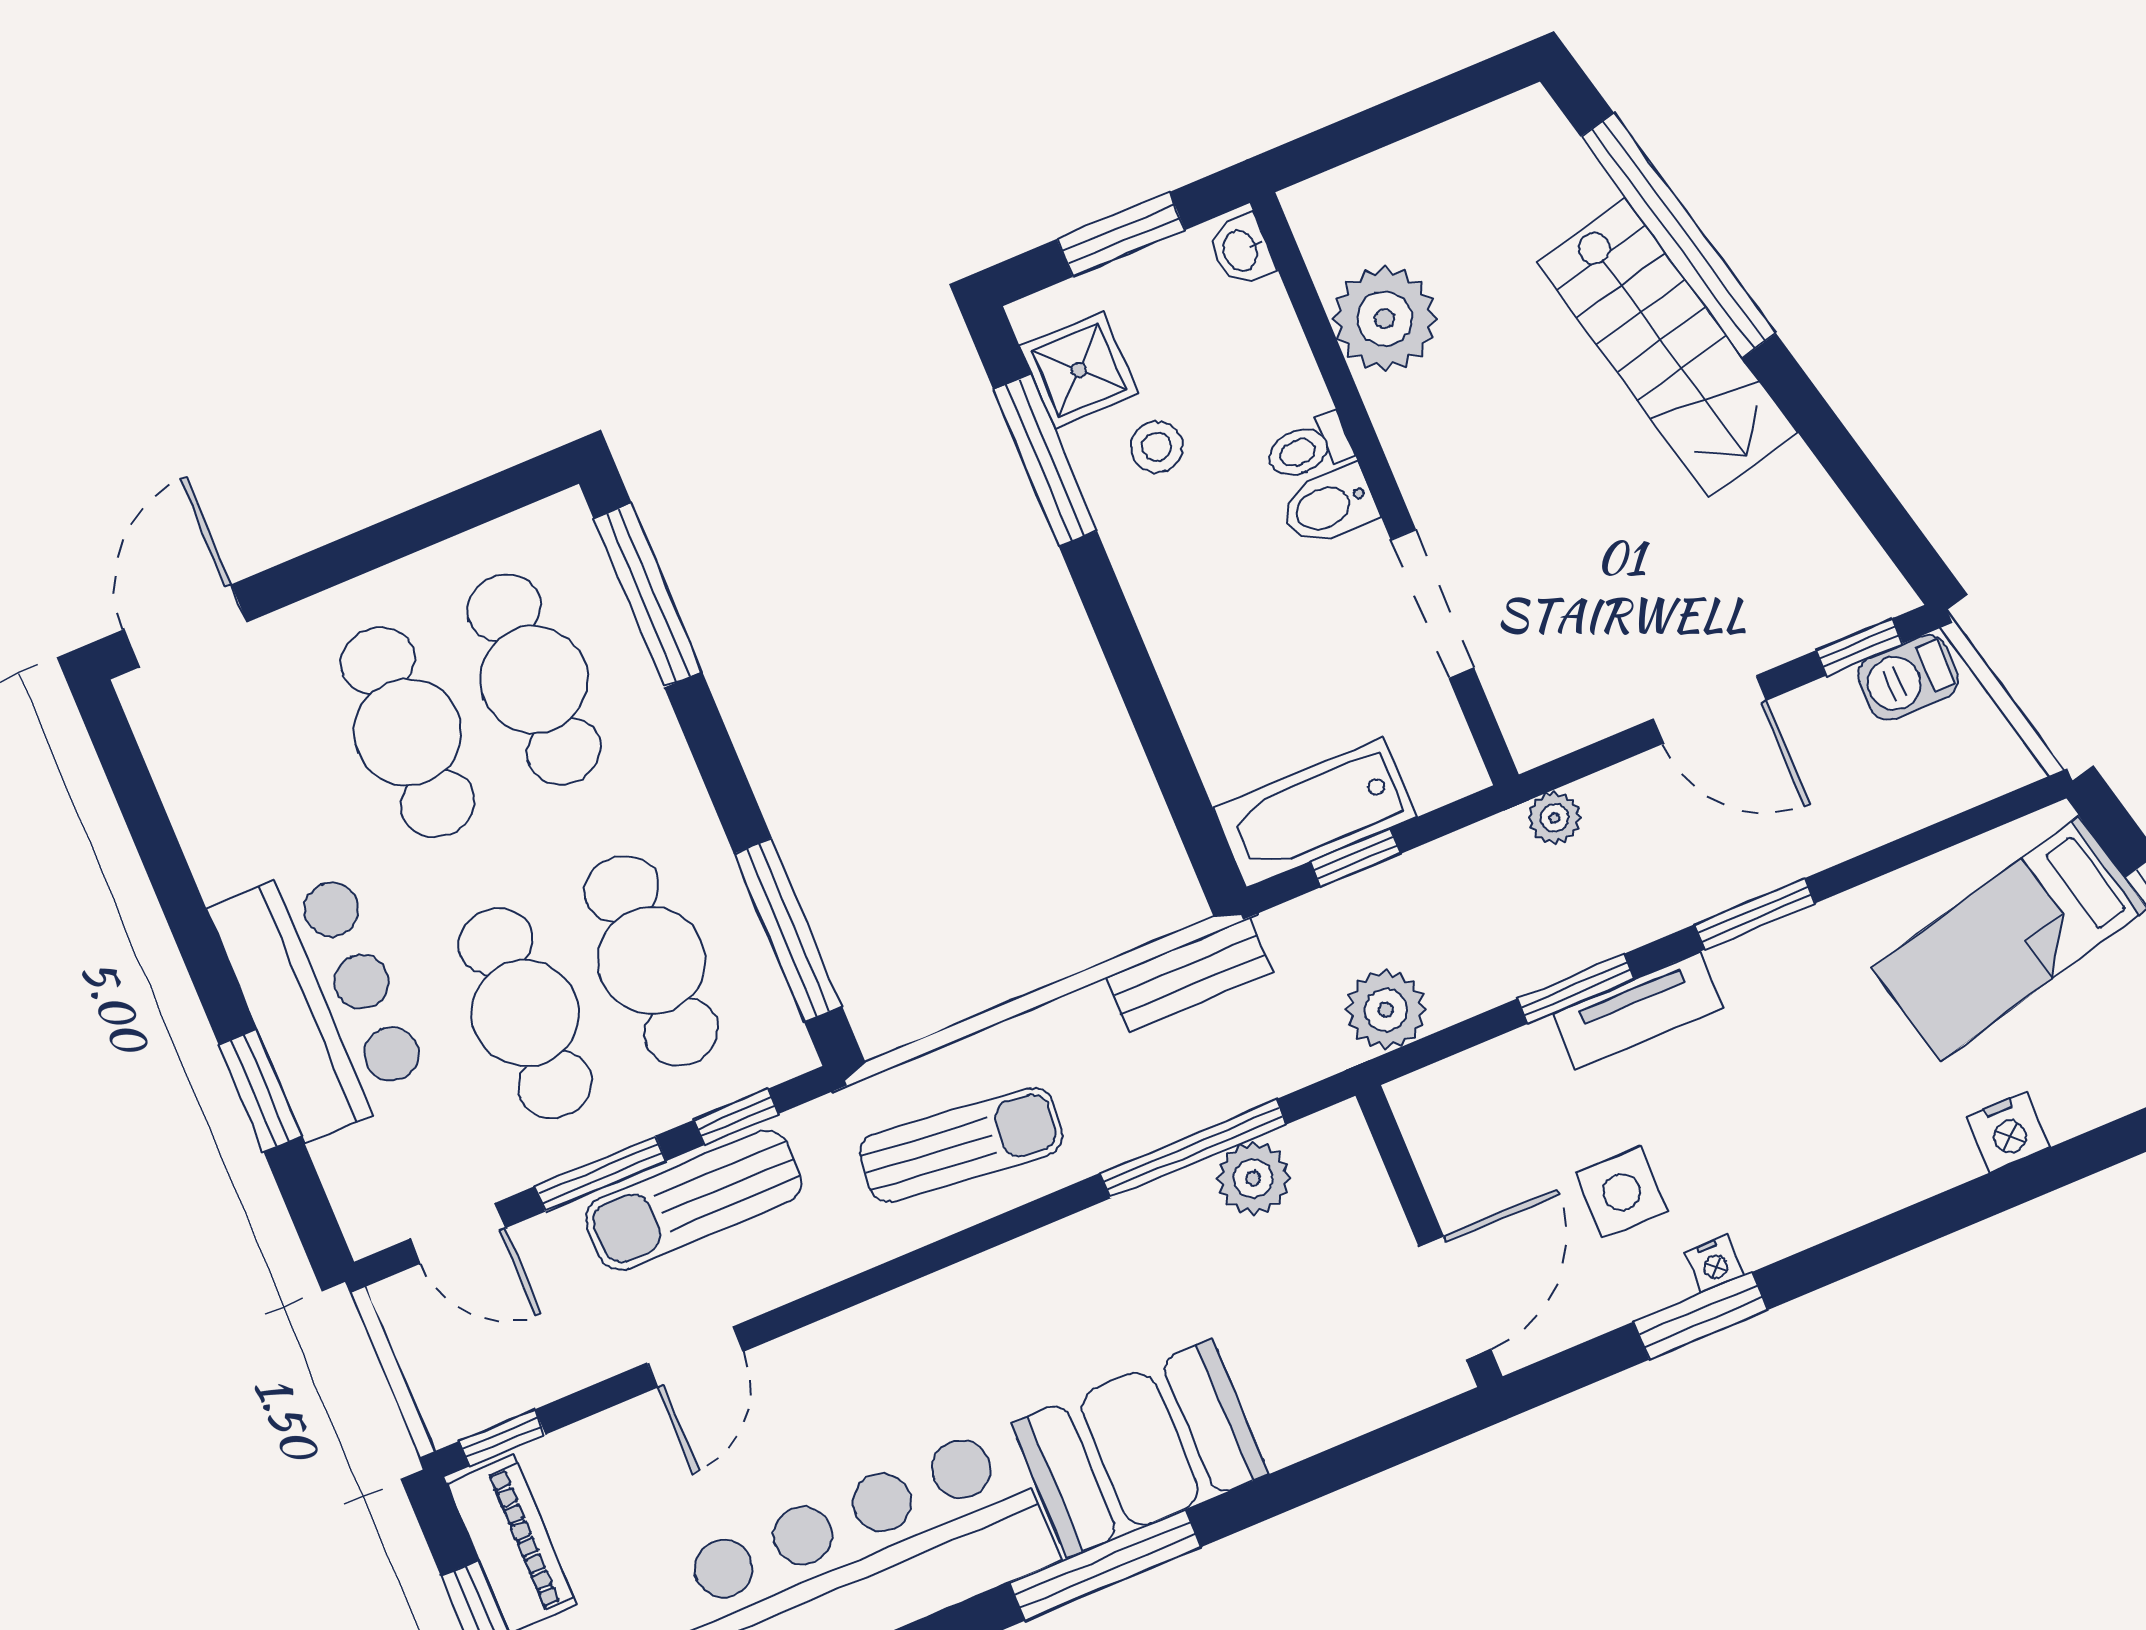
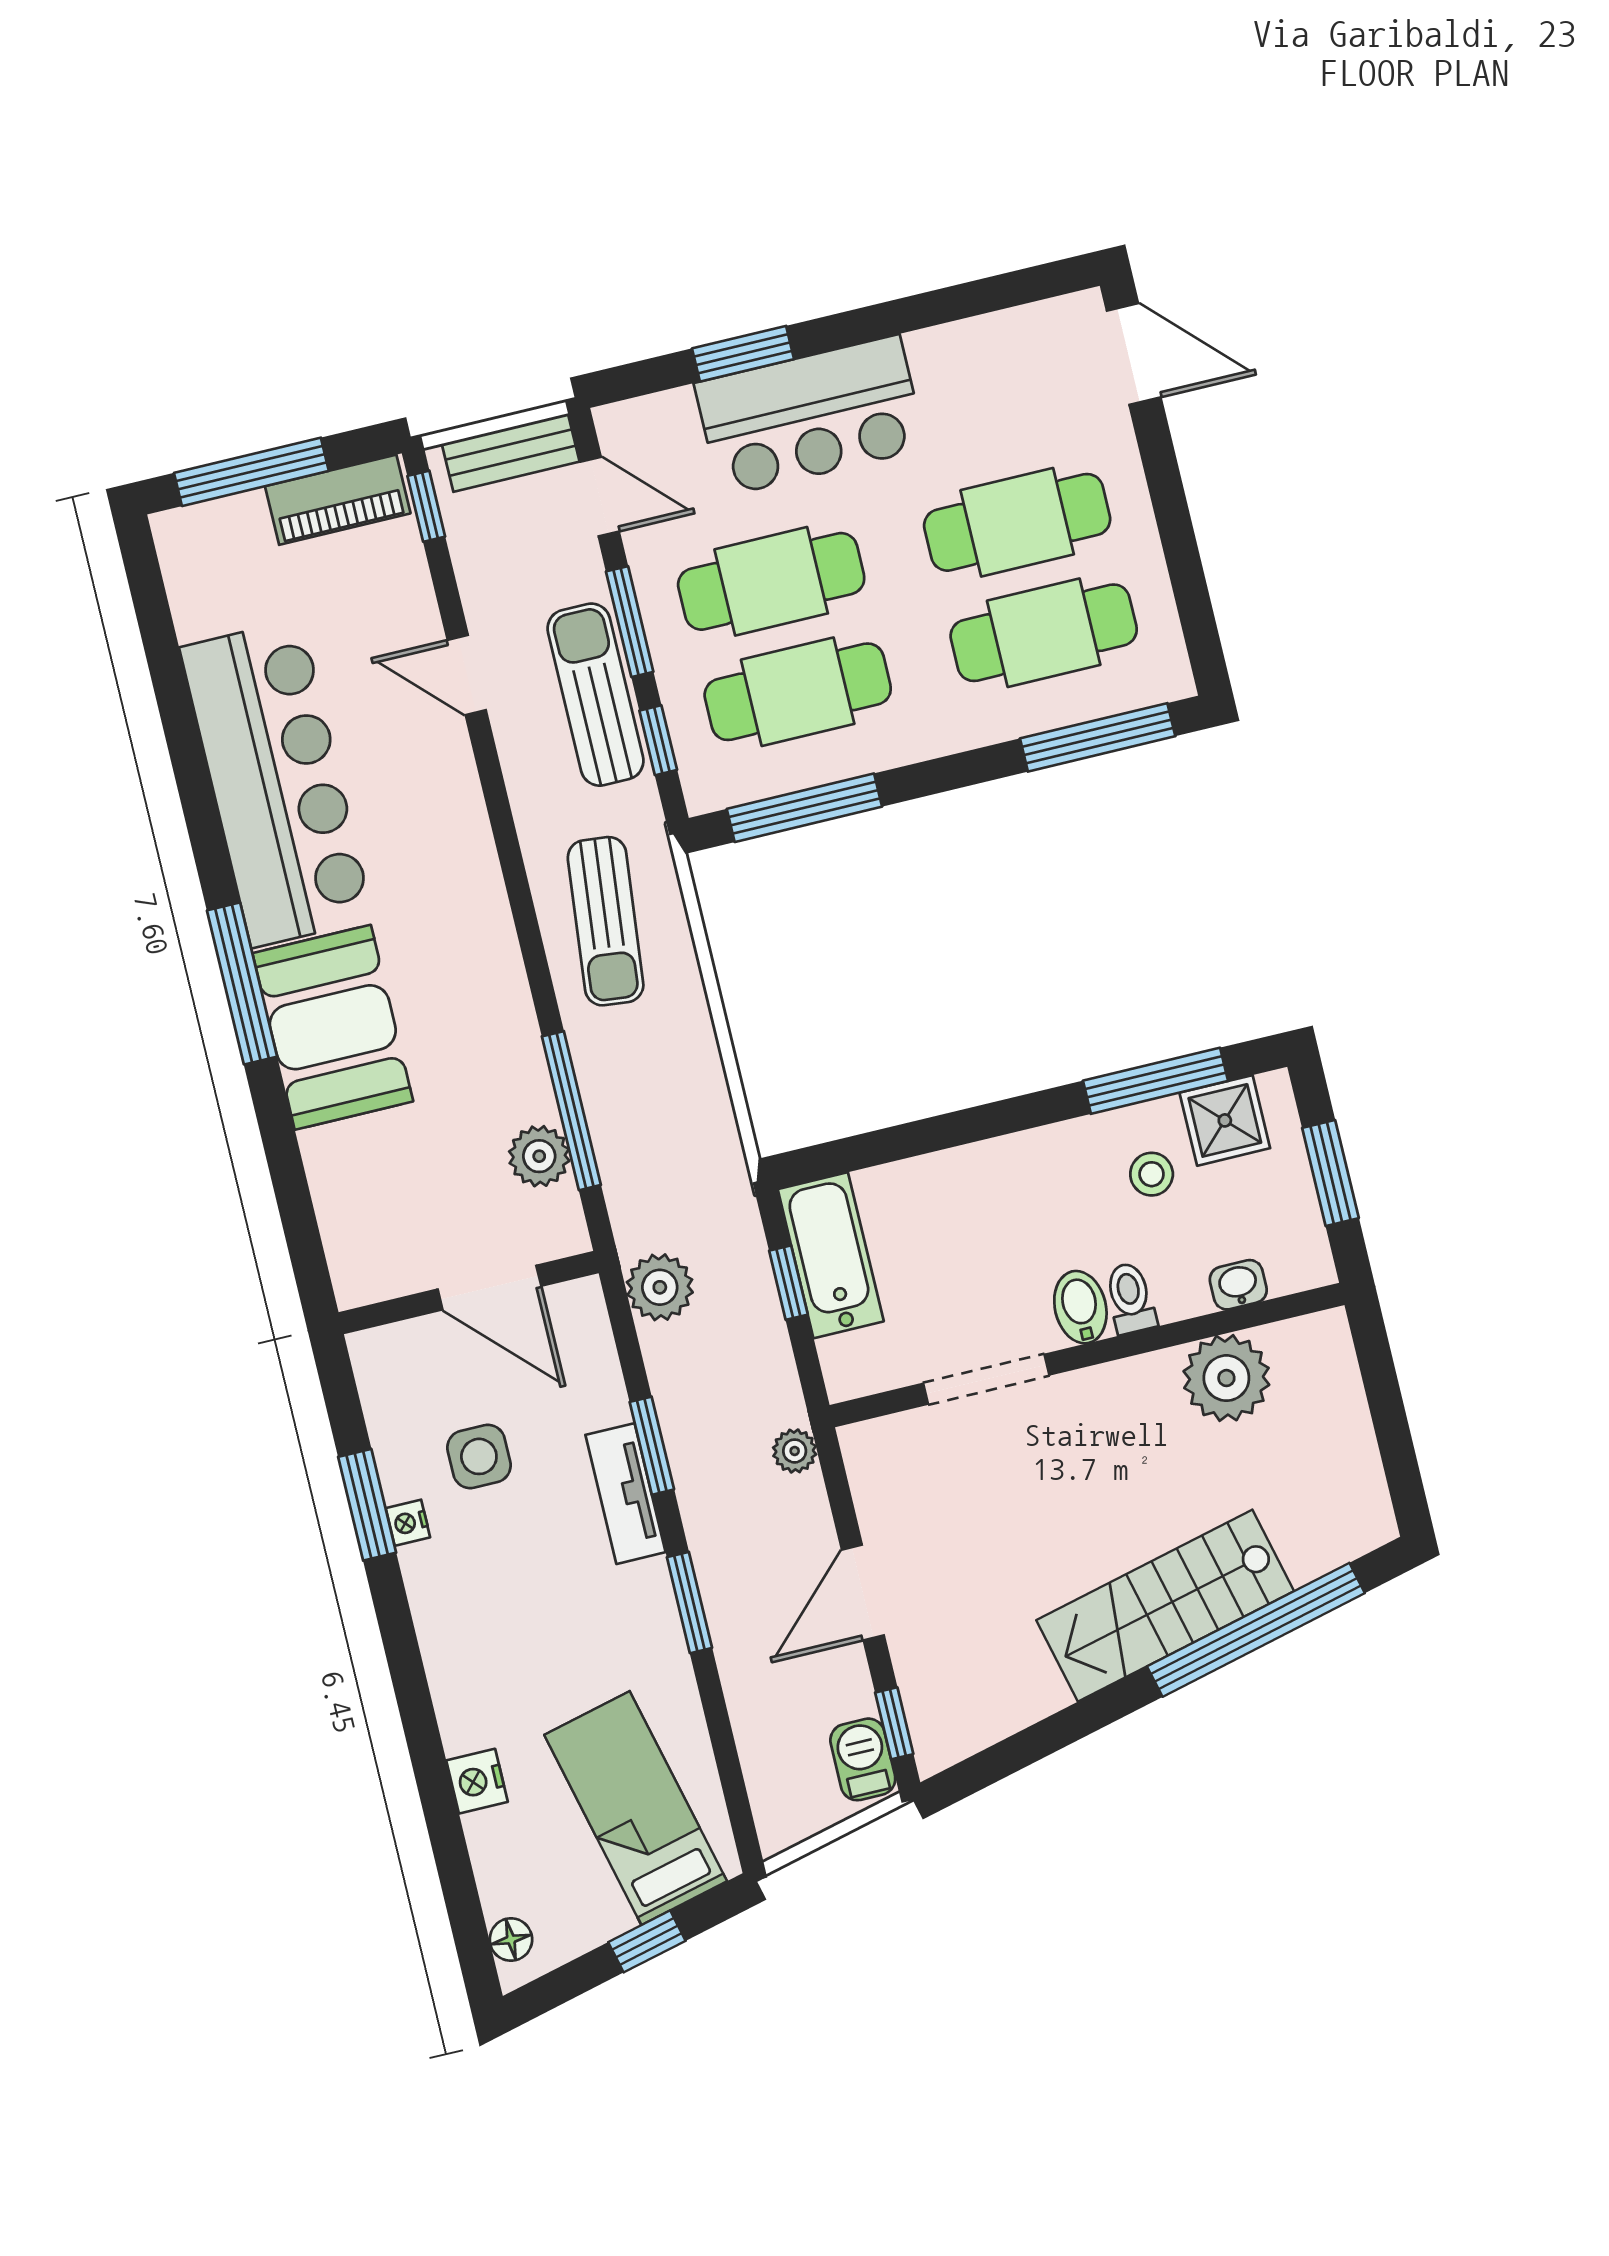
washbasin: (1241, 250) -> (1238, 1285), moved
bench: (1189, 975) -> (511, 453), moved, turned 90
door: (458, 1233) -> (600, 497), swing flipped
door: (1455, 1298) -> (489, 1288), moved

